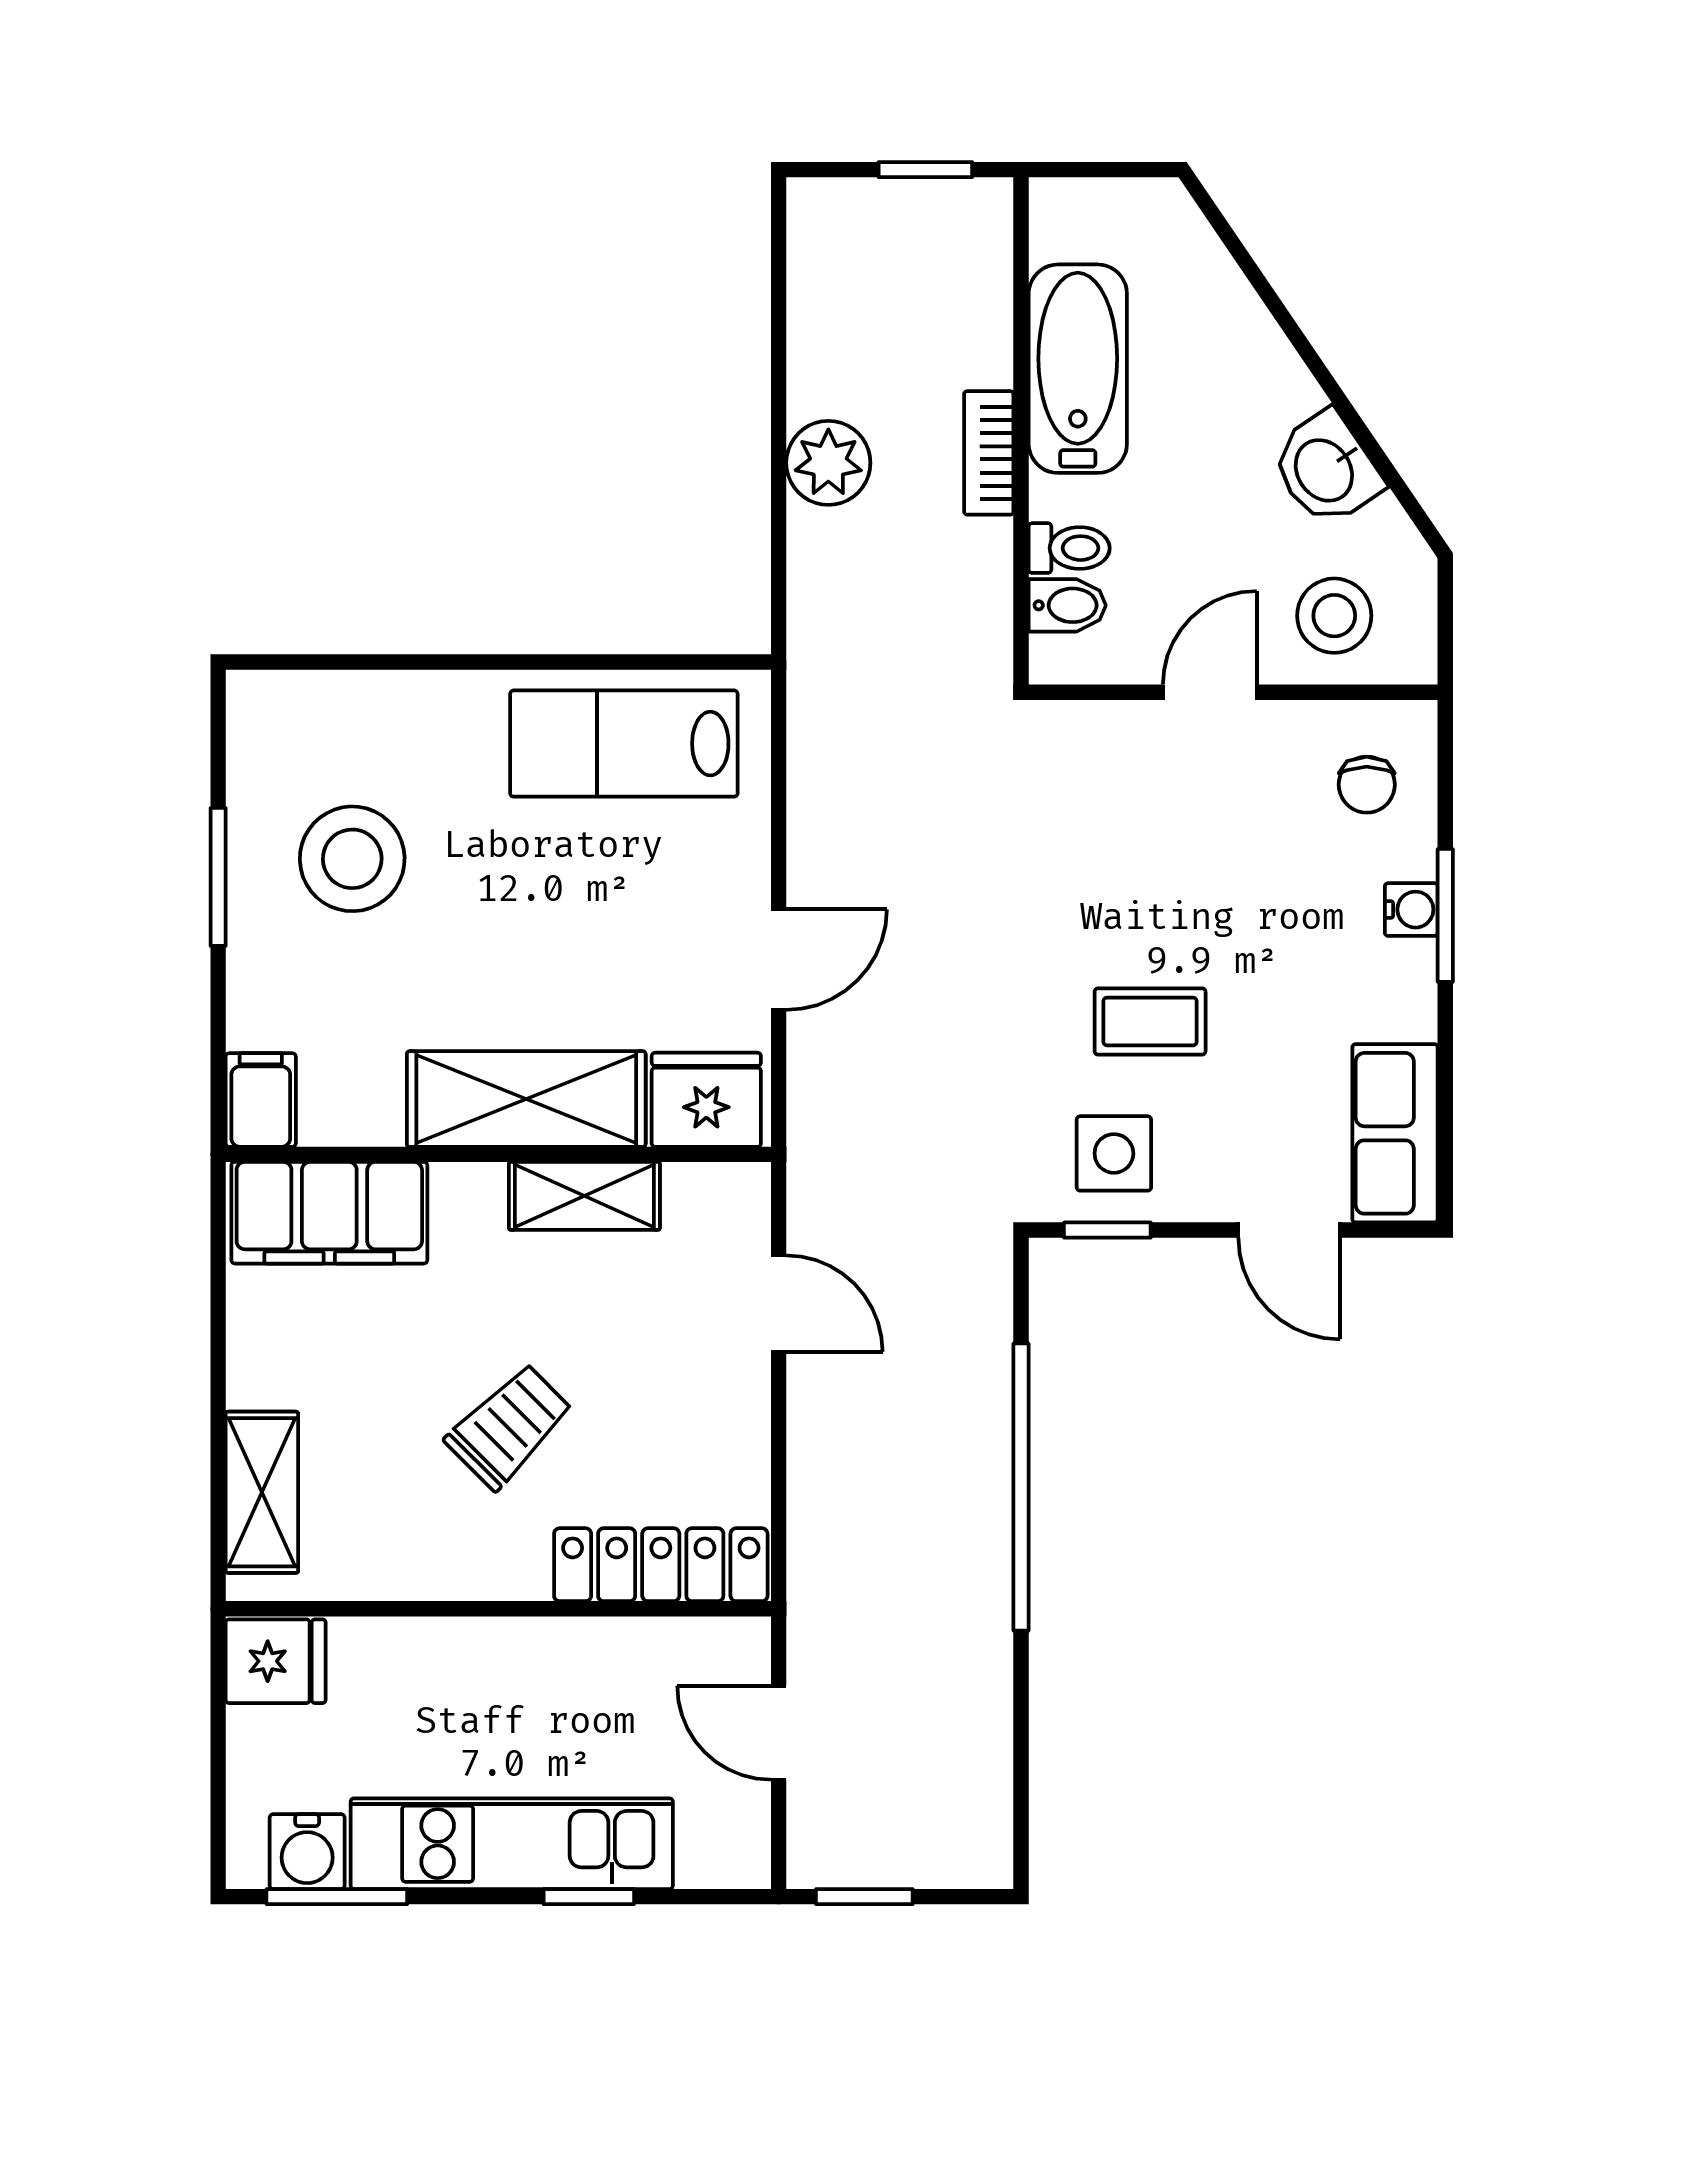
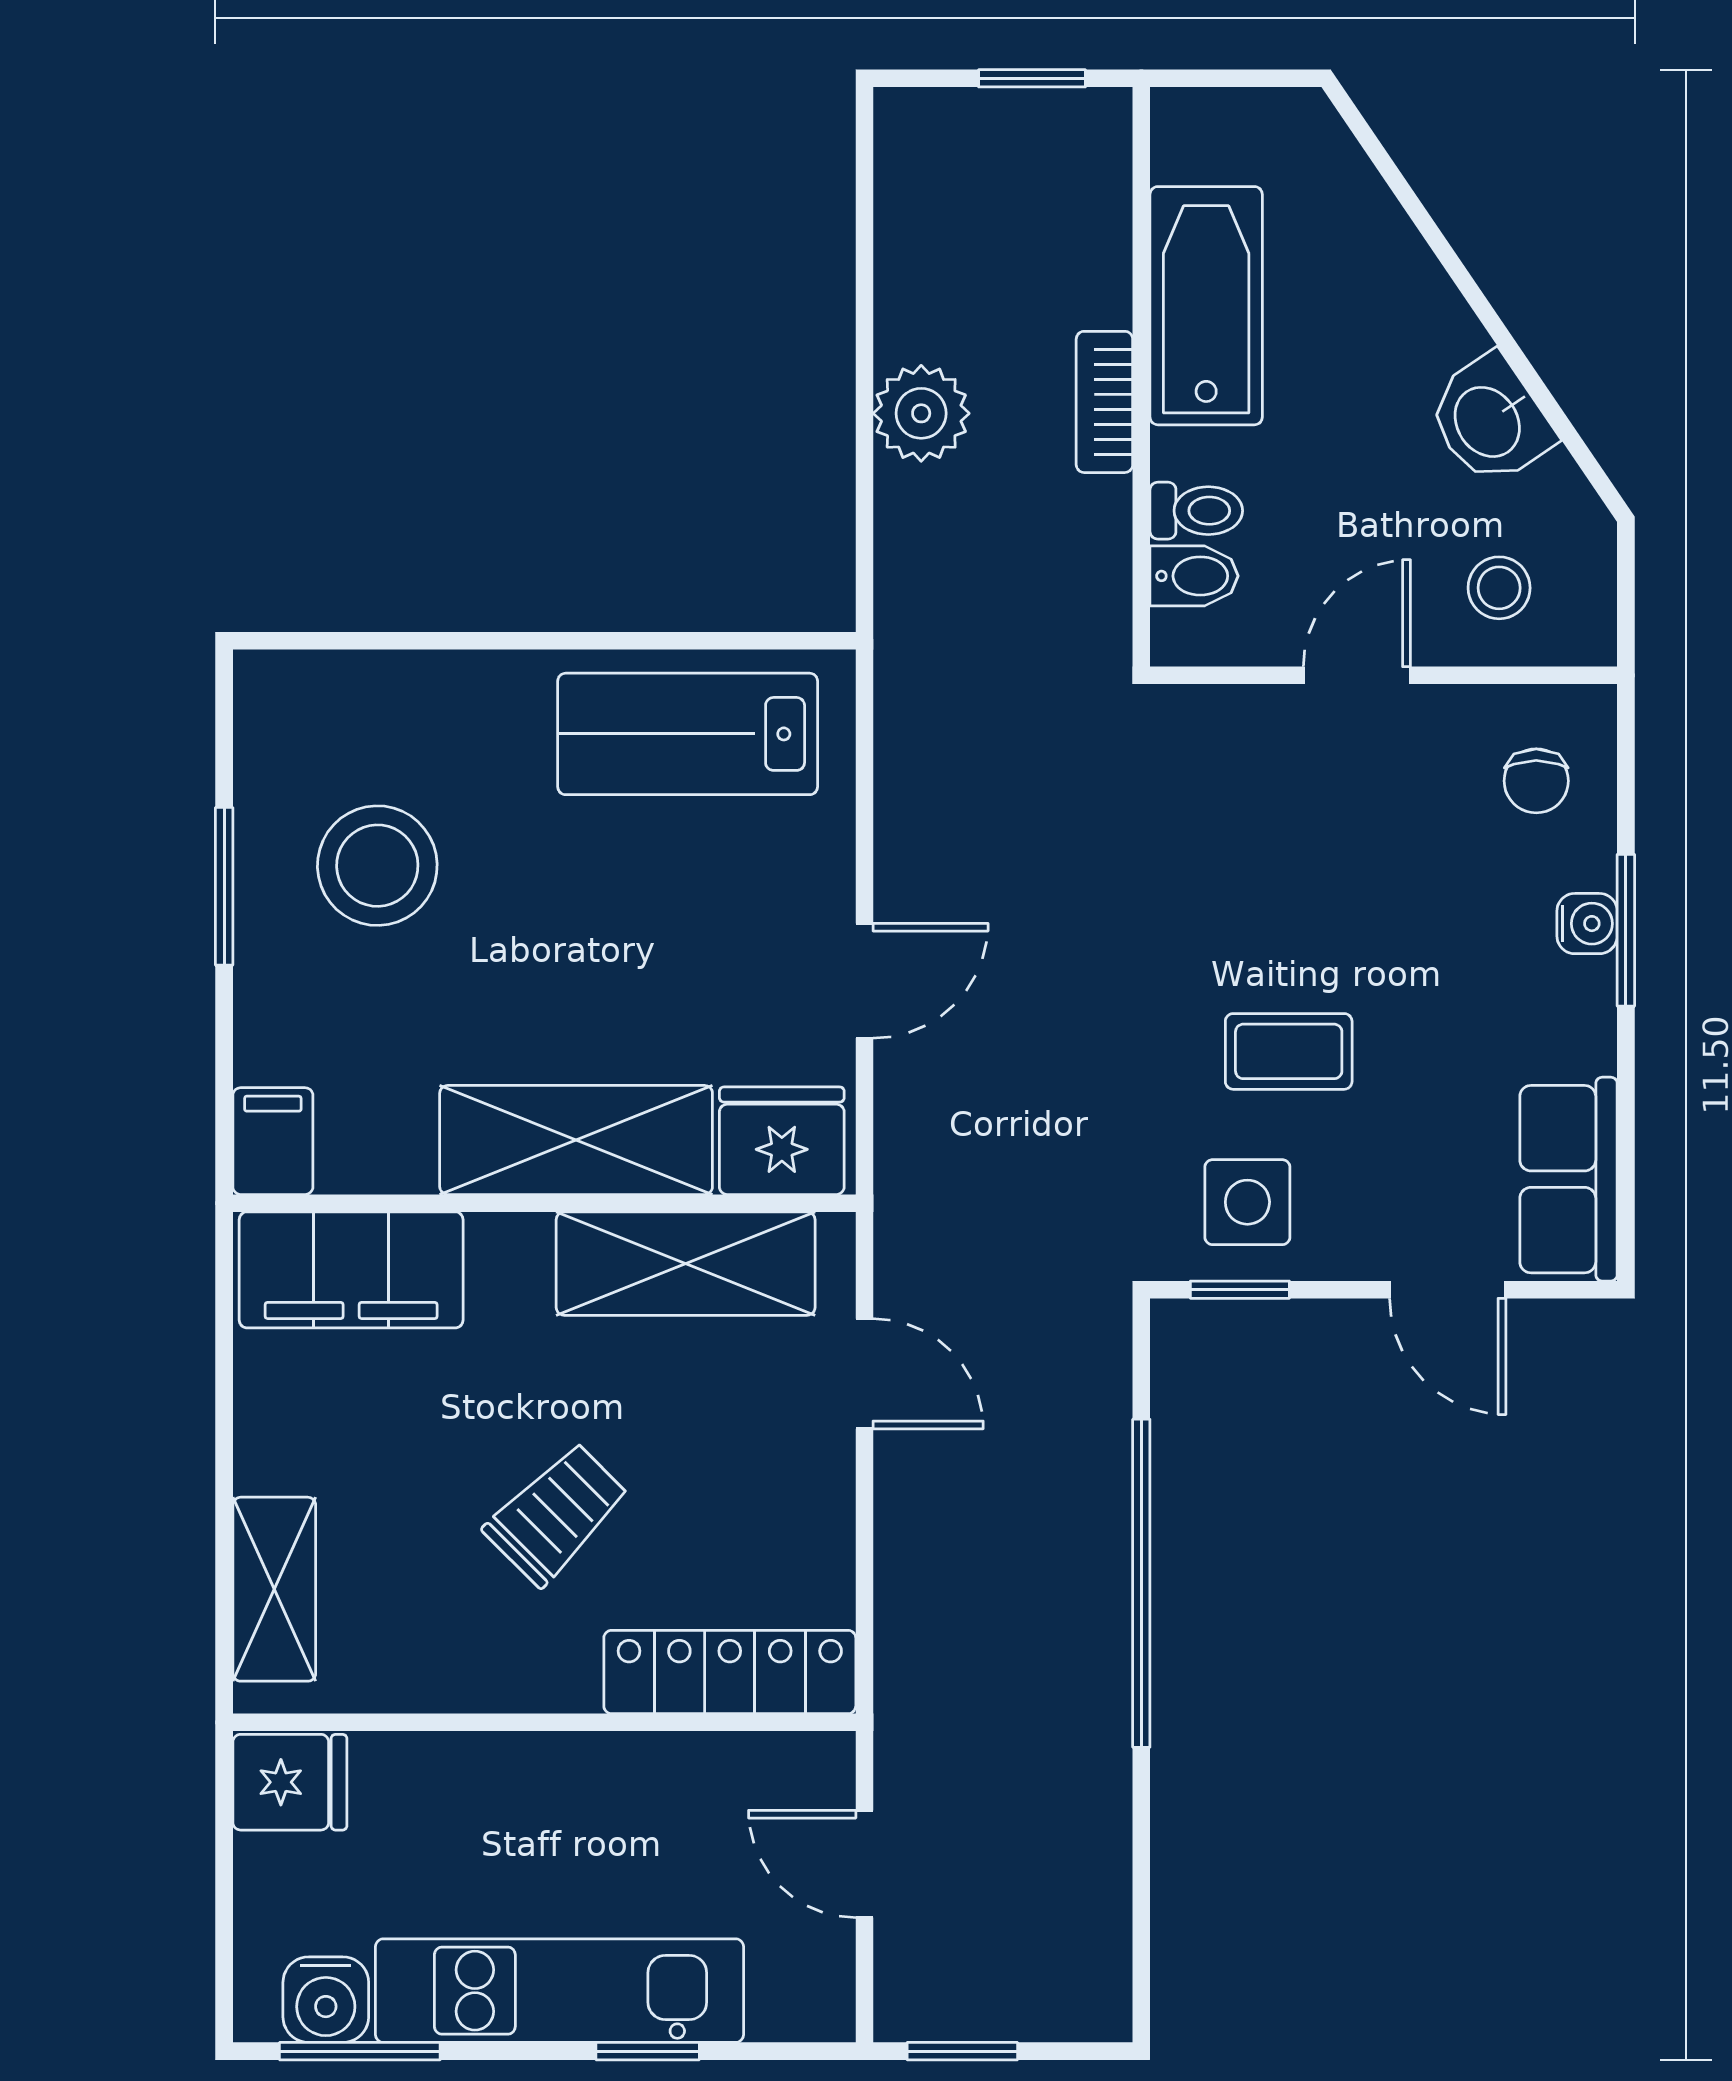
stool: (1334, 616) -> (1499, 588), width x0.73, depth x0.73
shelving: (584, 1196) -> (686, 1264), width x1.50, depth x1.33

